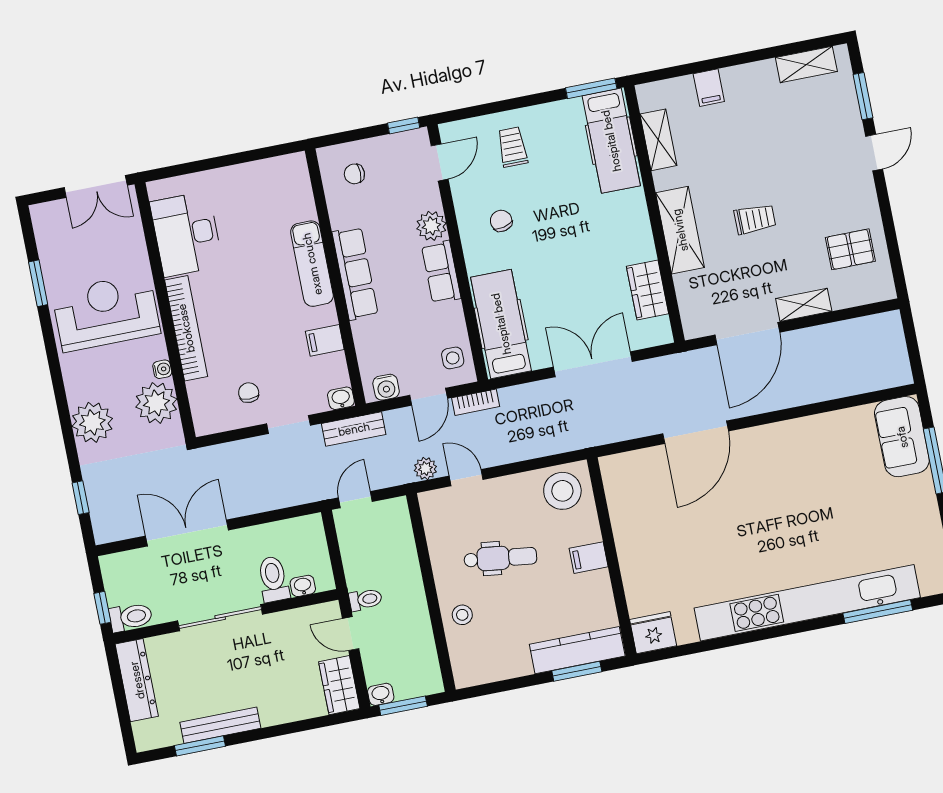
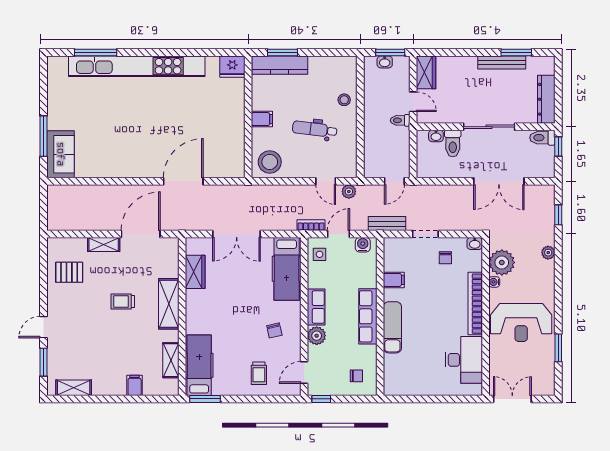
washbasin: (341, 398) -> (475, 243), moved
plant: (92, 422) -> (548, 253), width x0.53, depth x0.53
washbasin: (381, 694) -> (385, 62), moved

